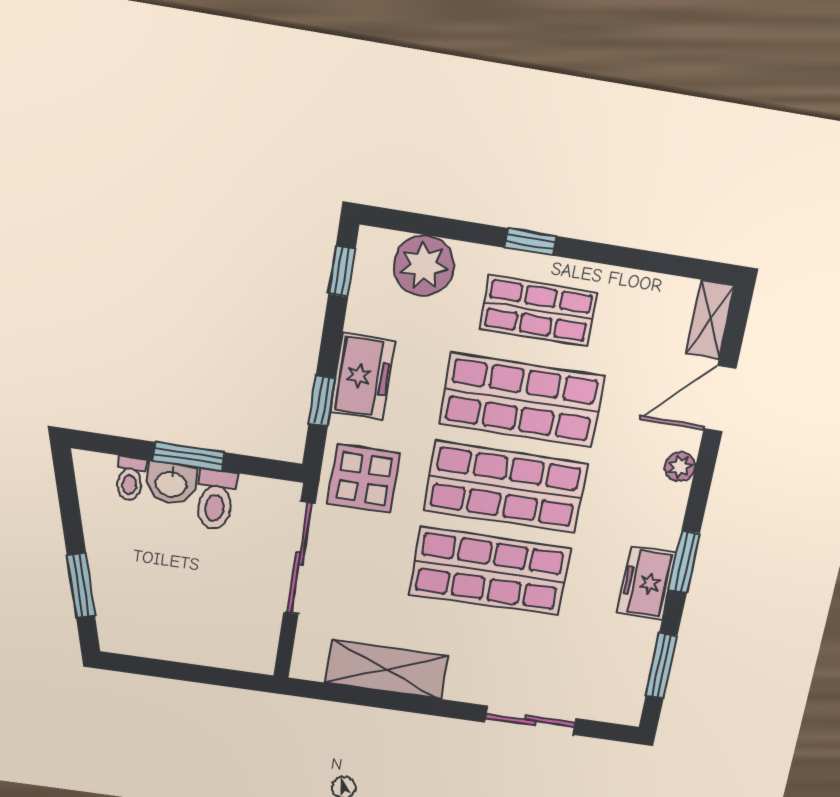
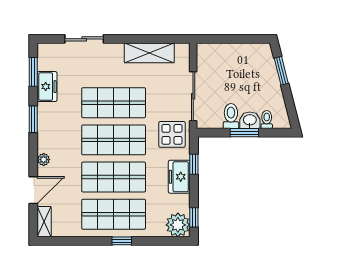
plant: (424, 266) -> (178, 225), moved
shop shelf: (538, 311) -> (114, 214), width x1.43, depth x1.36
freezer: (647, 583) -> (47, 87), moved

